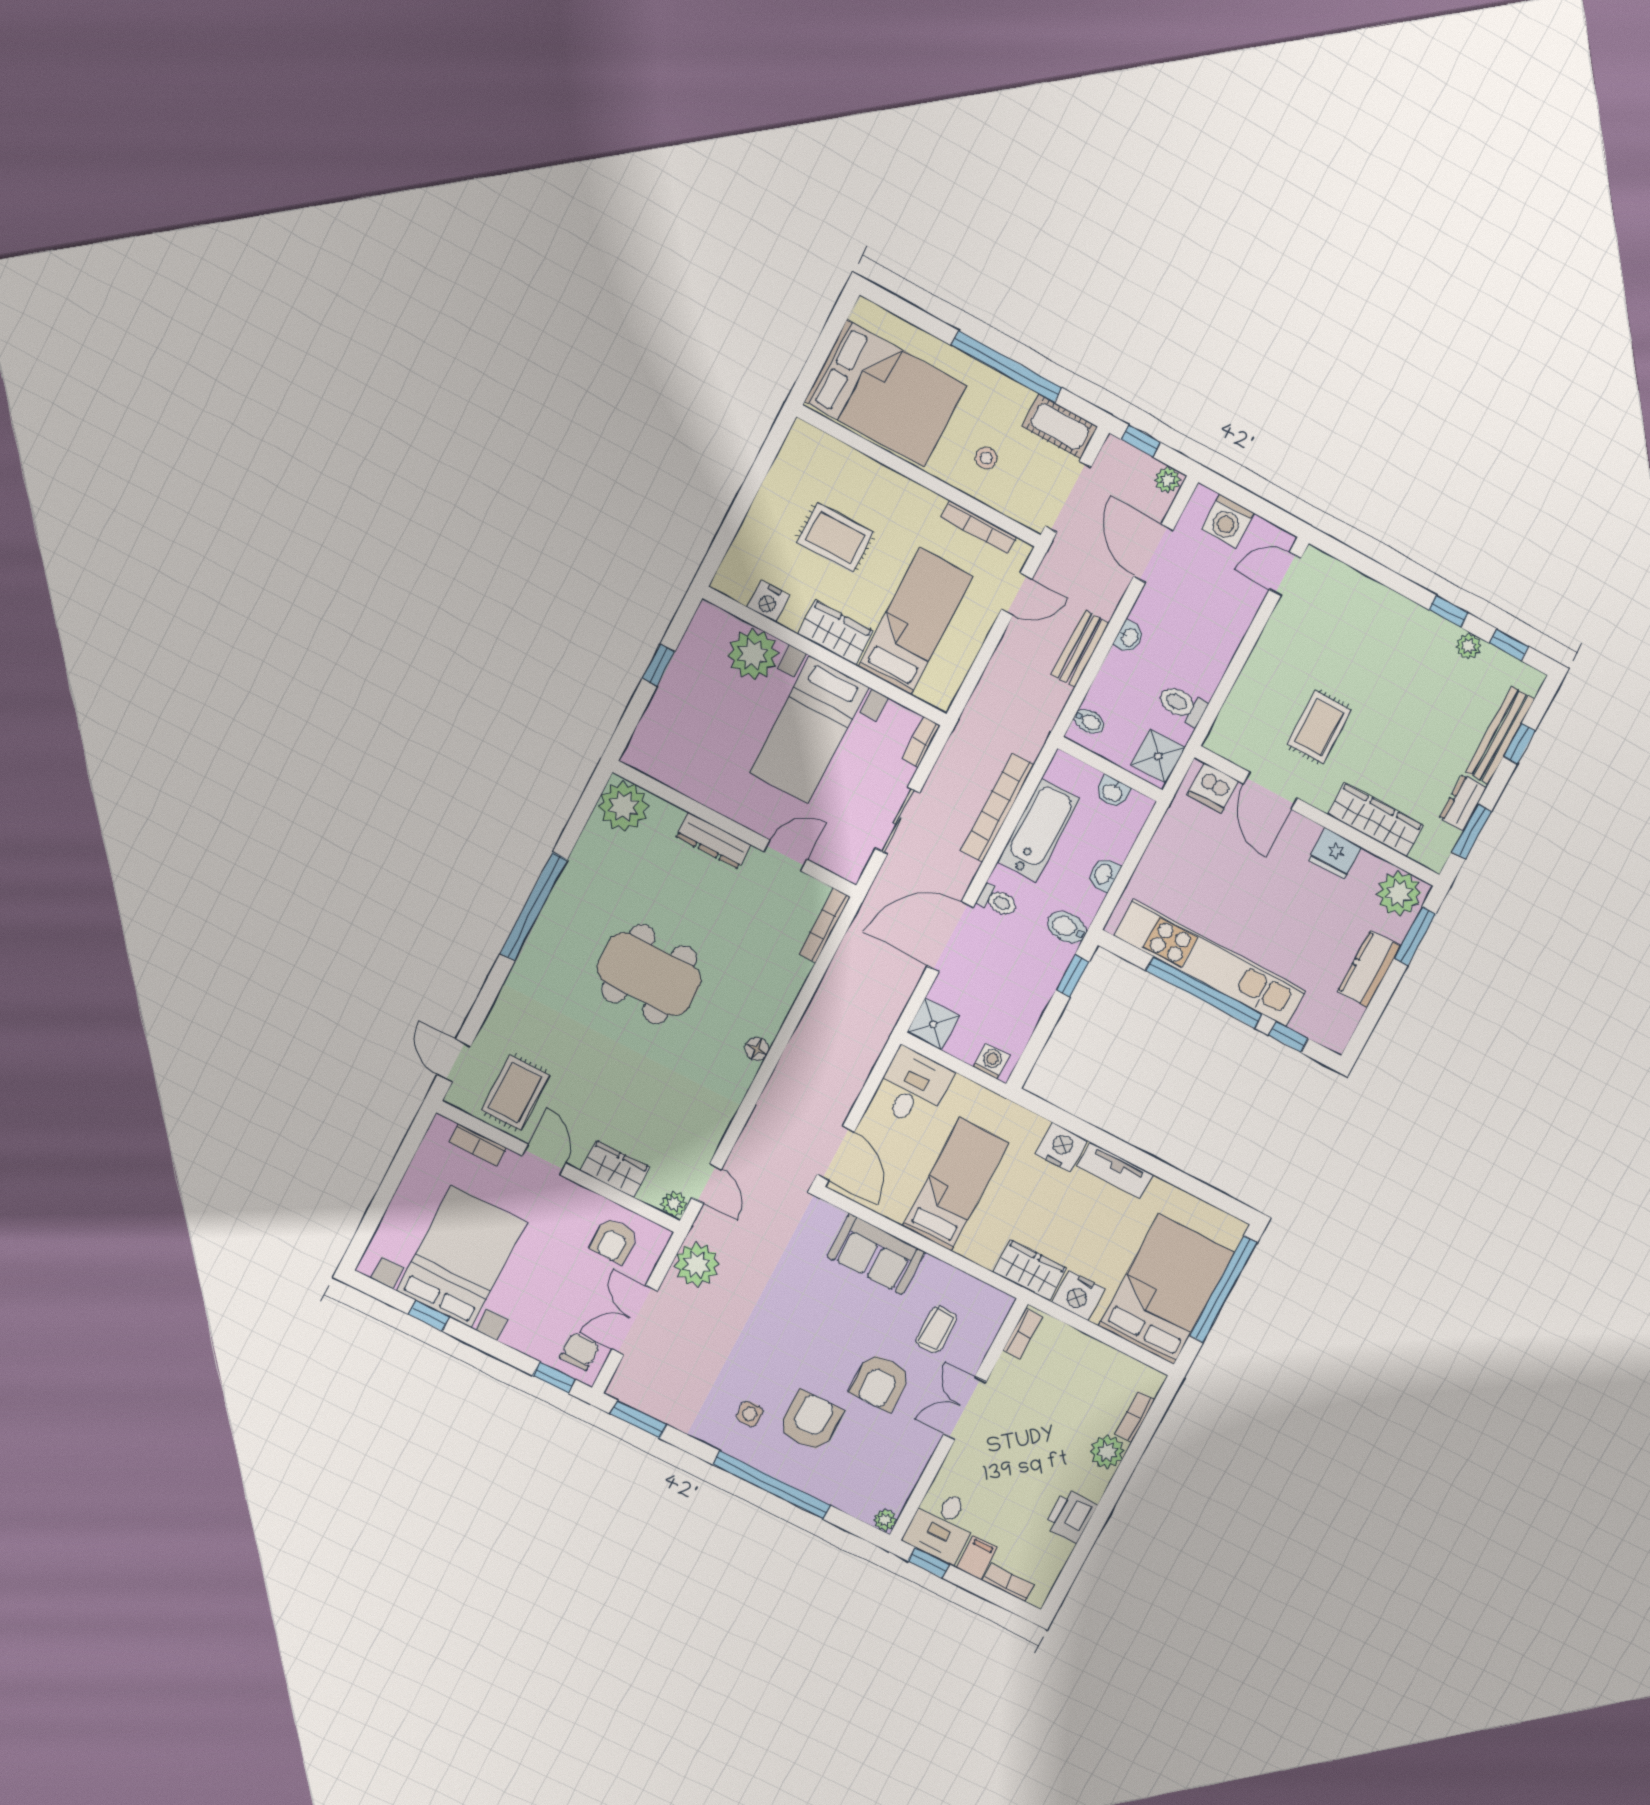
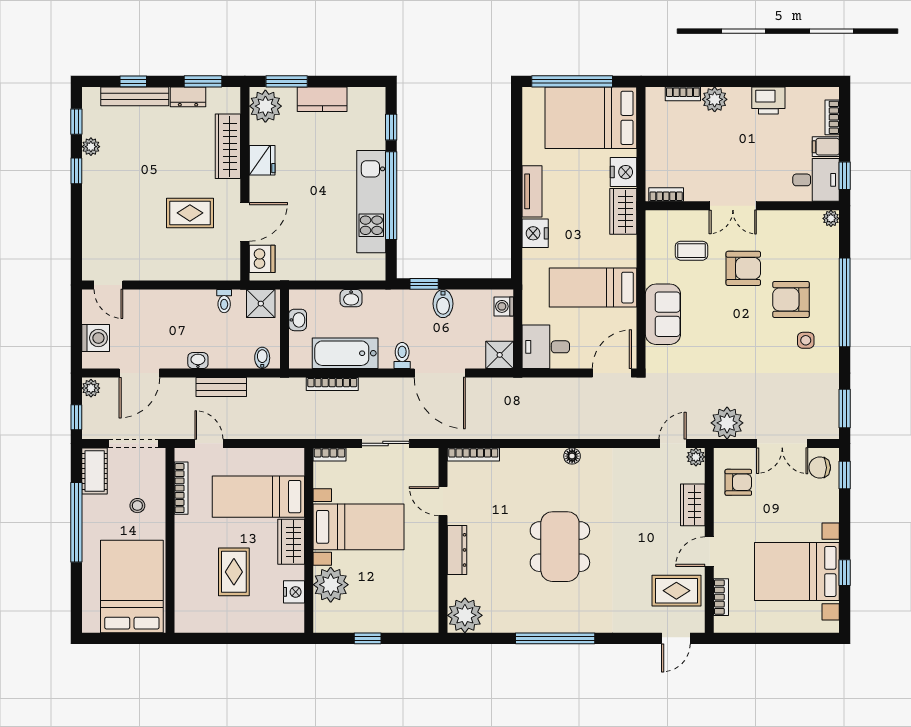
toilet: (1182, 705) -> (224, 301), width x0.73, depth x0.72
bookcase: (998, 807) -> (332, 384), width x0.68, depth x0.76
bidet: (1067, 927) -> (443, 304), moved
kitchen unit: (1210, 963) -> (371, 202), width x0.73

